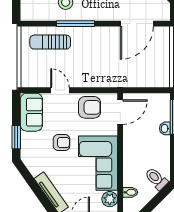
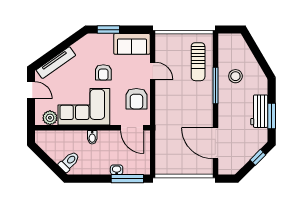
sun lounger: (50, 42) -> (198, 62), turned 180
door: (60, 90) -> (153, 71), hinge flipped
bidet: (130, 192) -> (92, 137), moved

